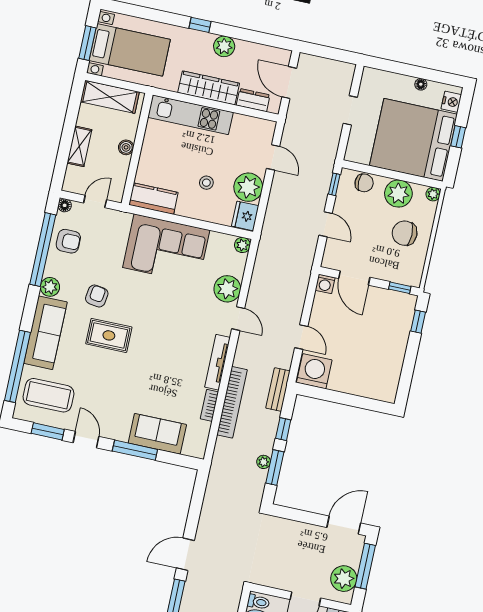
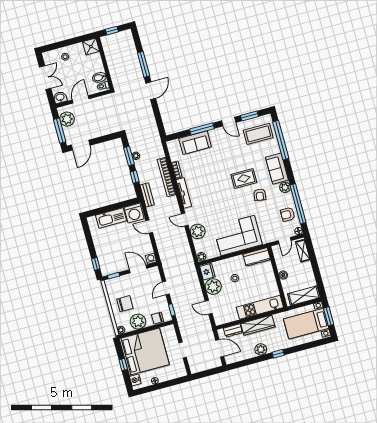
shelving: (79, 146) -> (303, 251), moved
door: (326, 224) -> (166, 288), hinge flipped
sofa: (45, 333) -> (277, 169), width x0.73
kitchen sink: (355, 383) -> (111, 218), added

